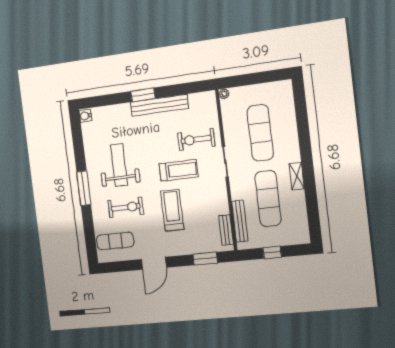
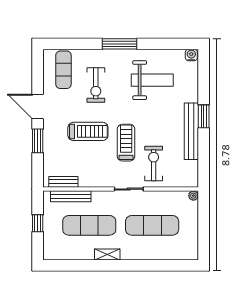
weight bench: (119, 165) -> (152, 80), moved
treadmill: (179, 170) -> (126, 143), turned 180
window: (205, 259) -> (38, 141), moved

